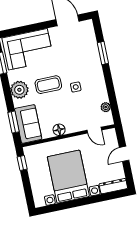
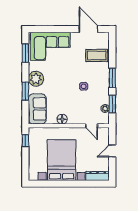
window: (103, 53) -> (112, 78), moved
coffee table: (48, 85) -> (97, 55), moved
window: (113, 100) -> (112, 104), added
window: (13, 122) -> (25, 91), moved

